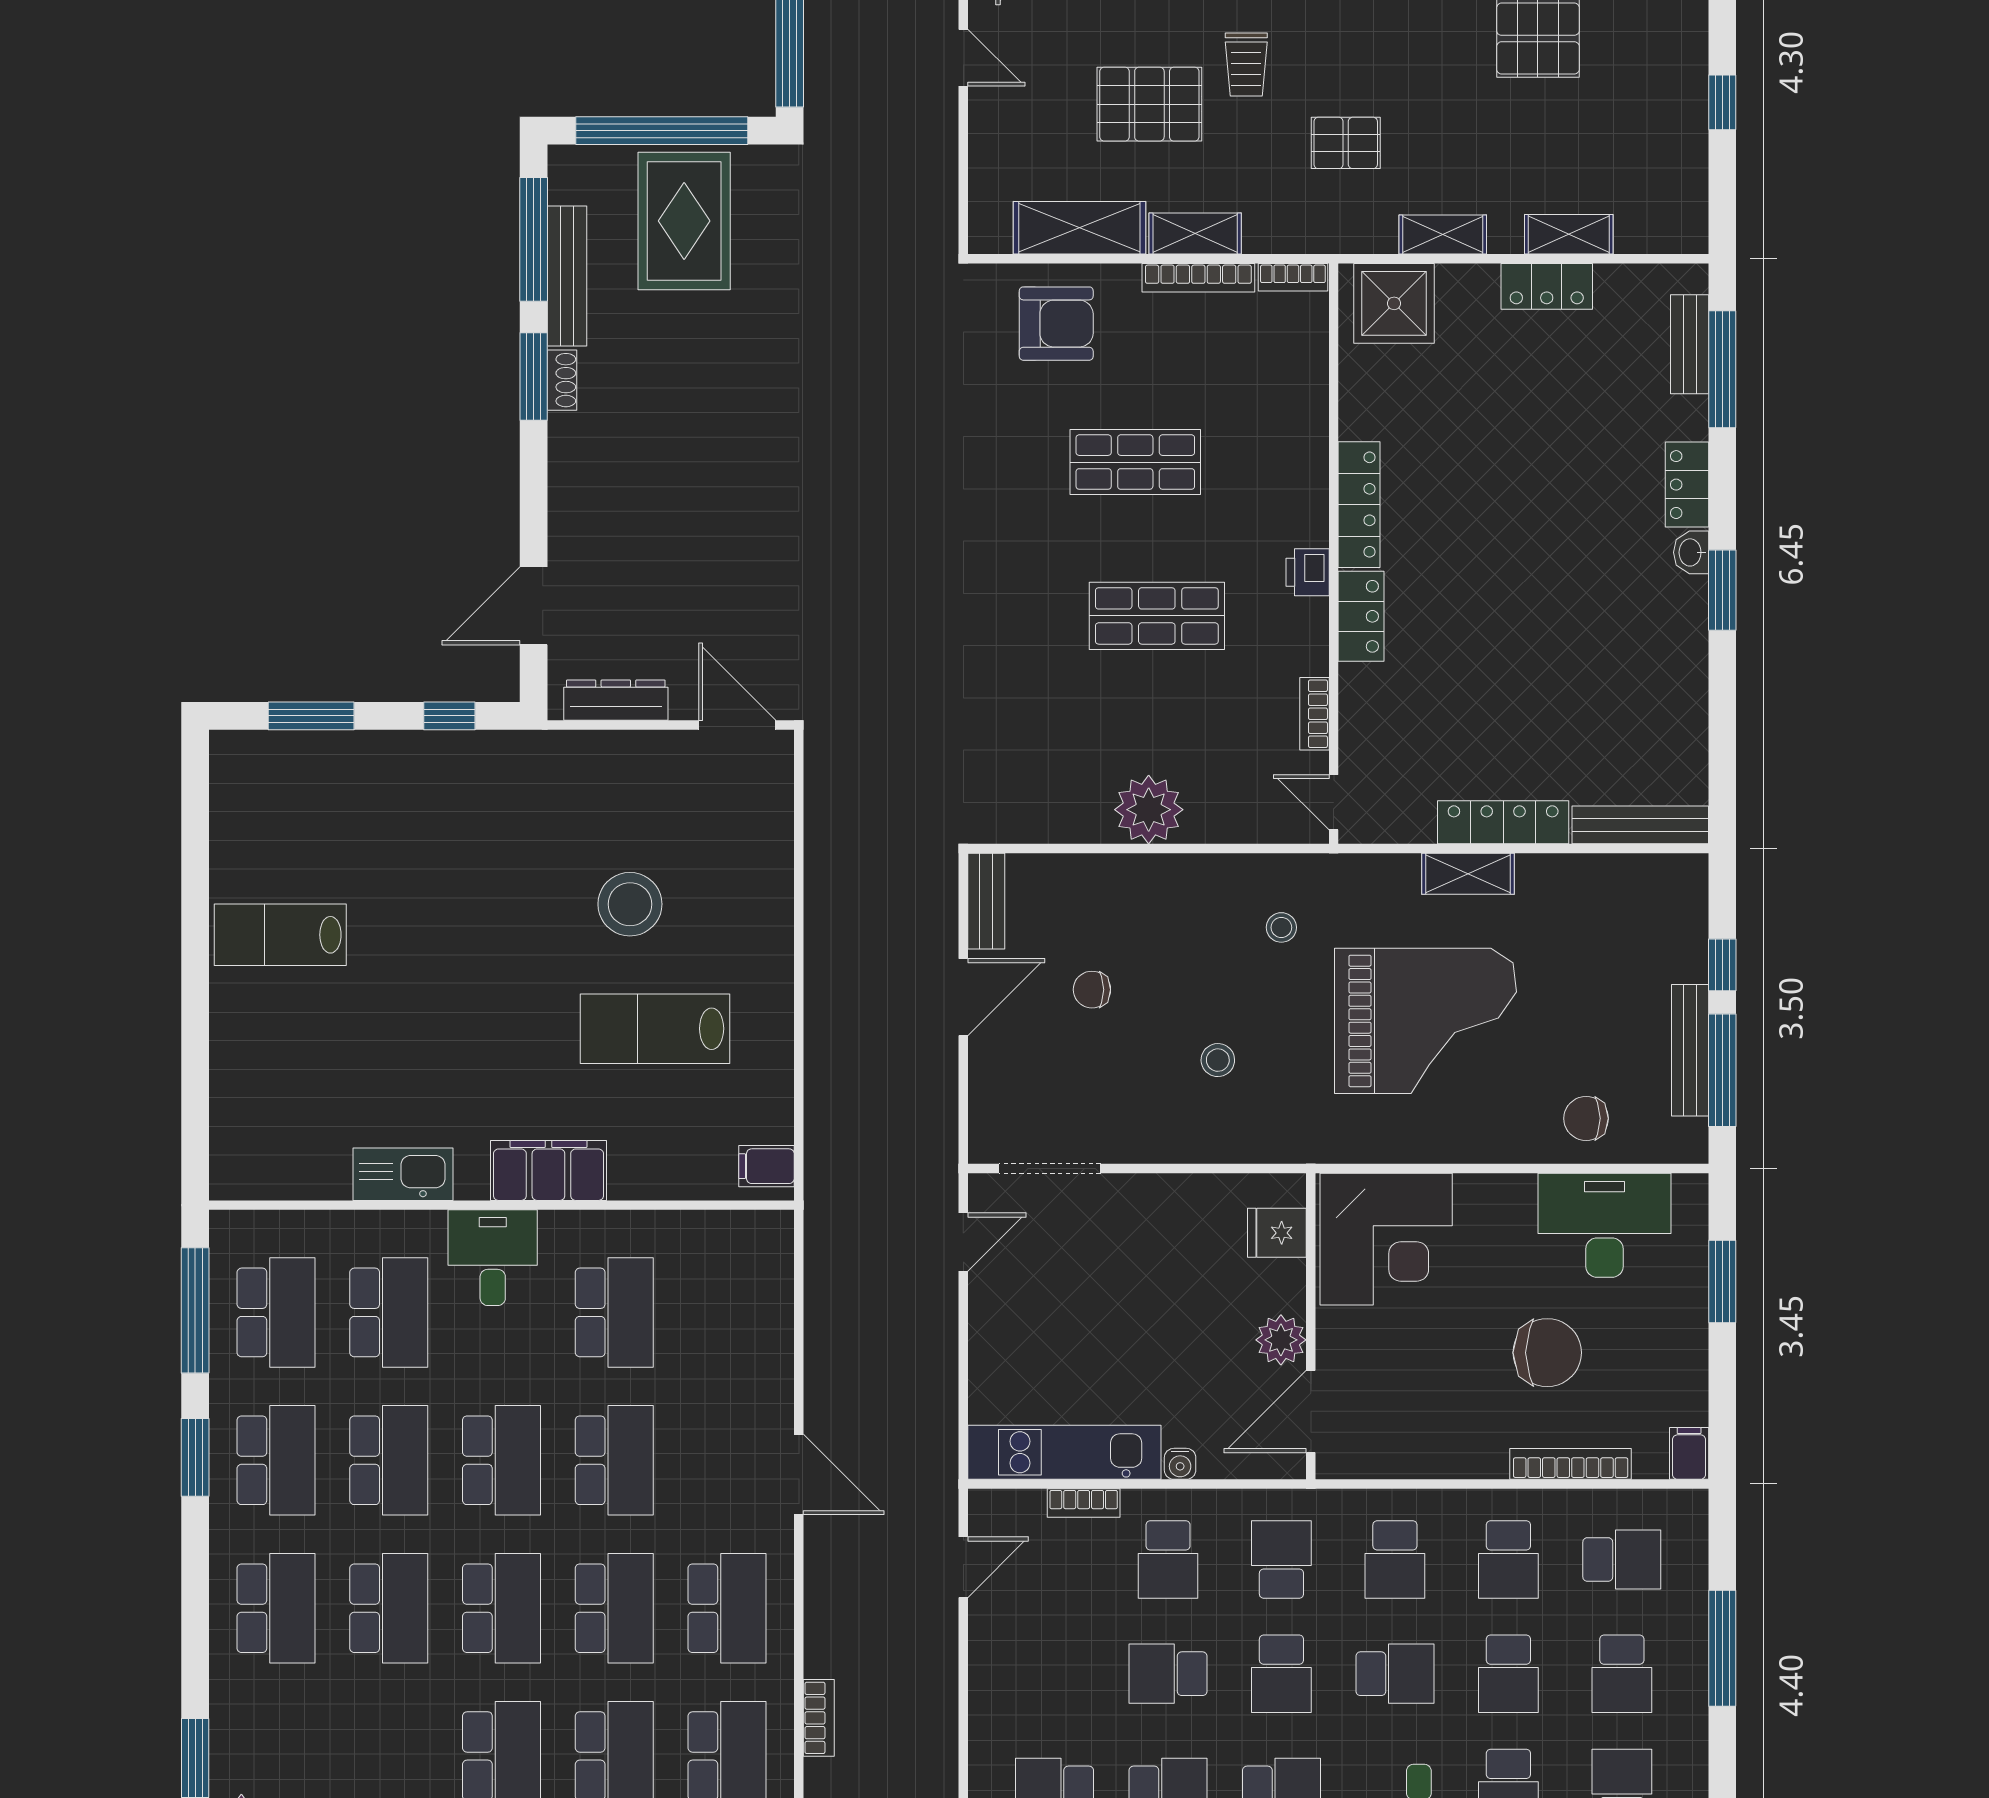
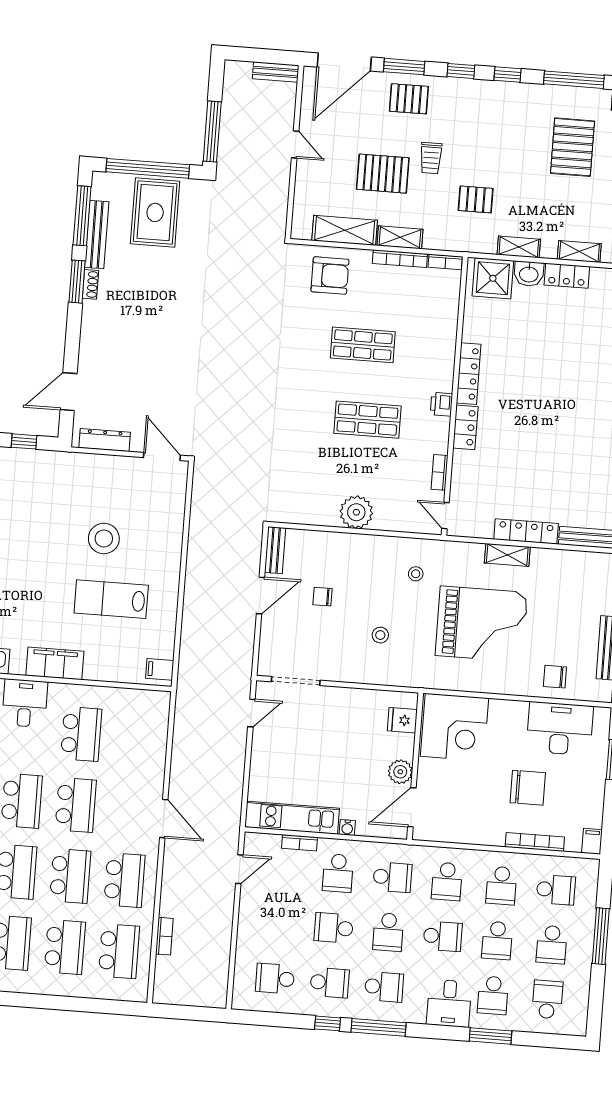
washbasin: (1468, 289) -> (529, 274), added
school desk: (1281, 1559) -> (392, 877), turned 90

